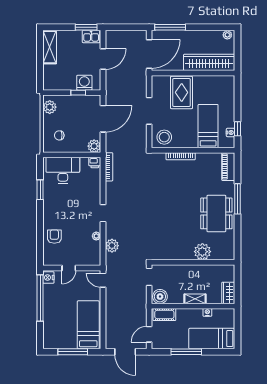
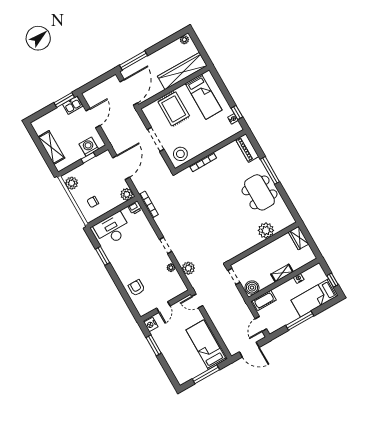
shelving: (50, 47) -> (51, 148), moved
bed: (208, 126) -> (204, 97), moved, turned 180
wardrobe: (228, 293) -> (298, 238), moved
window: (40, 298) -> (154, 345), width x0.47
window: (237, 332) -> (333, 280), added

